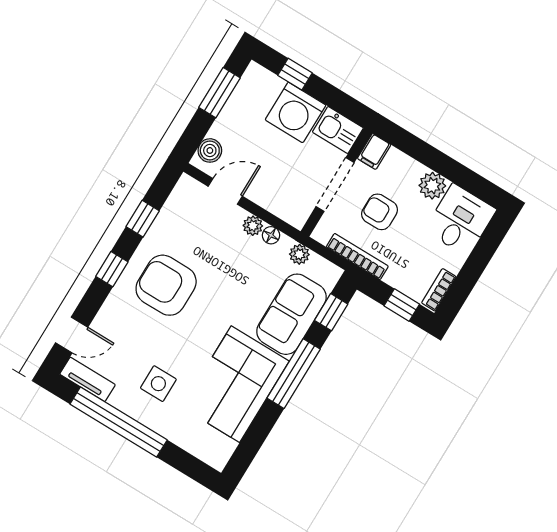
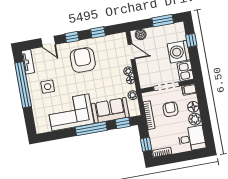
floor lamp: (409, 170) -> (193, 107), added
door: (72, 335) -> (48, 41), moved

